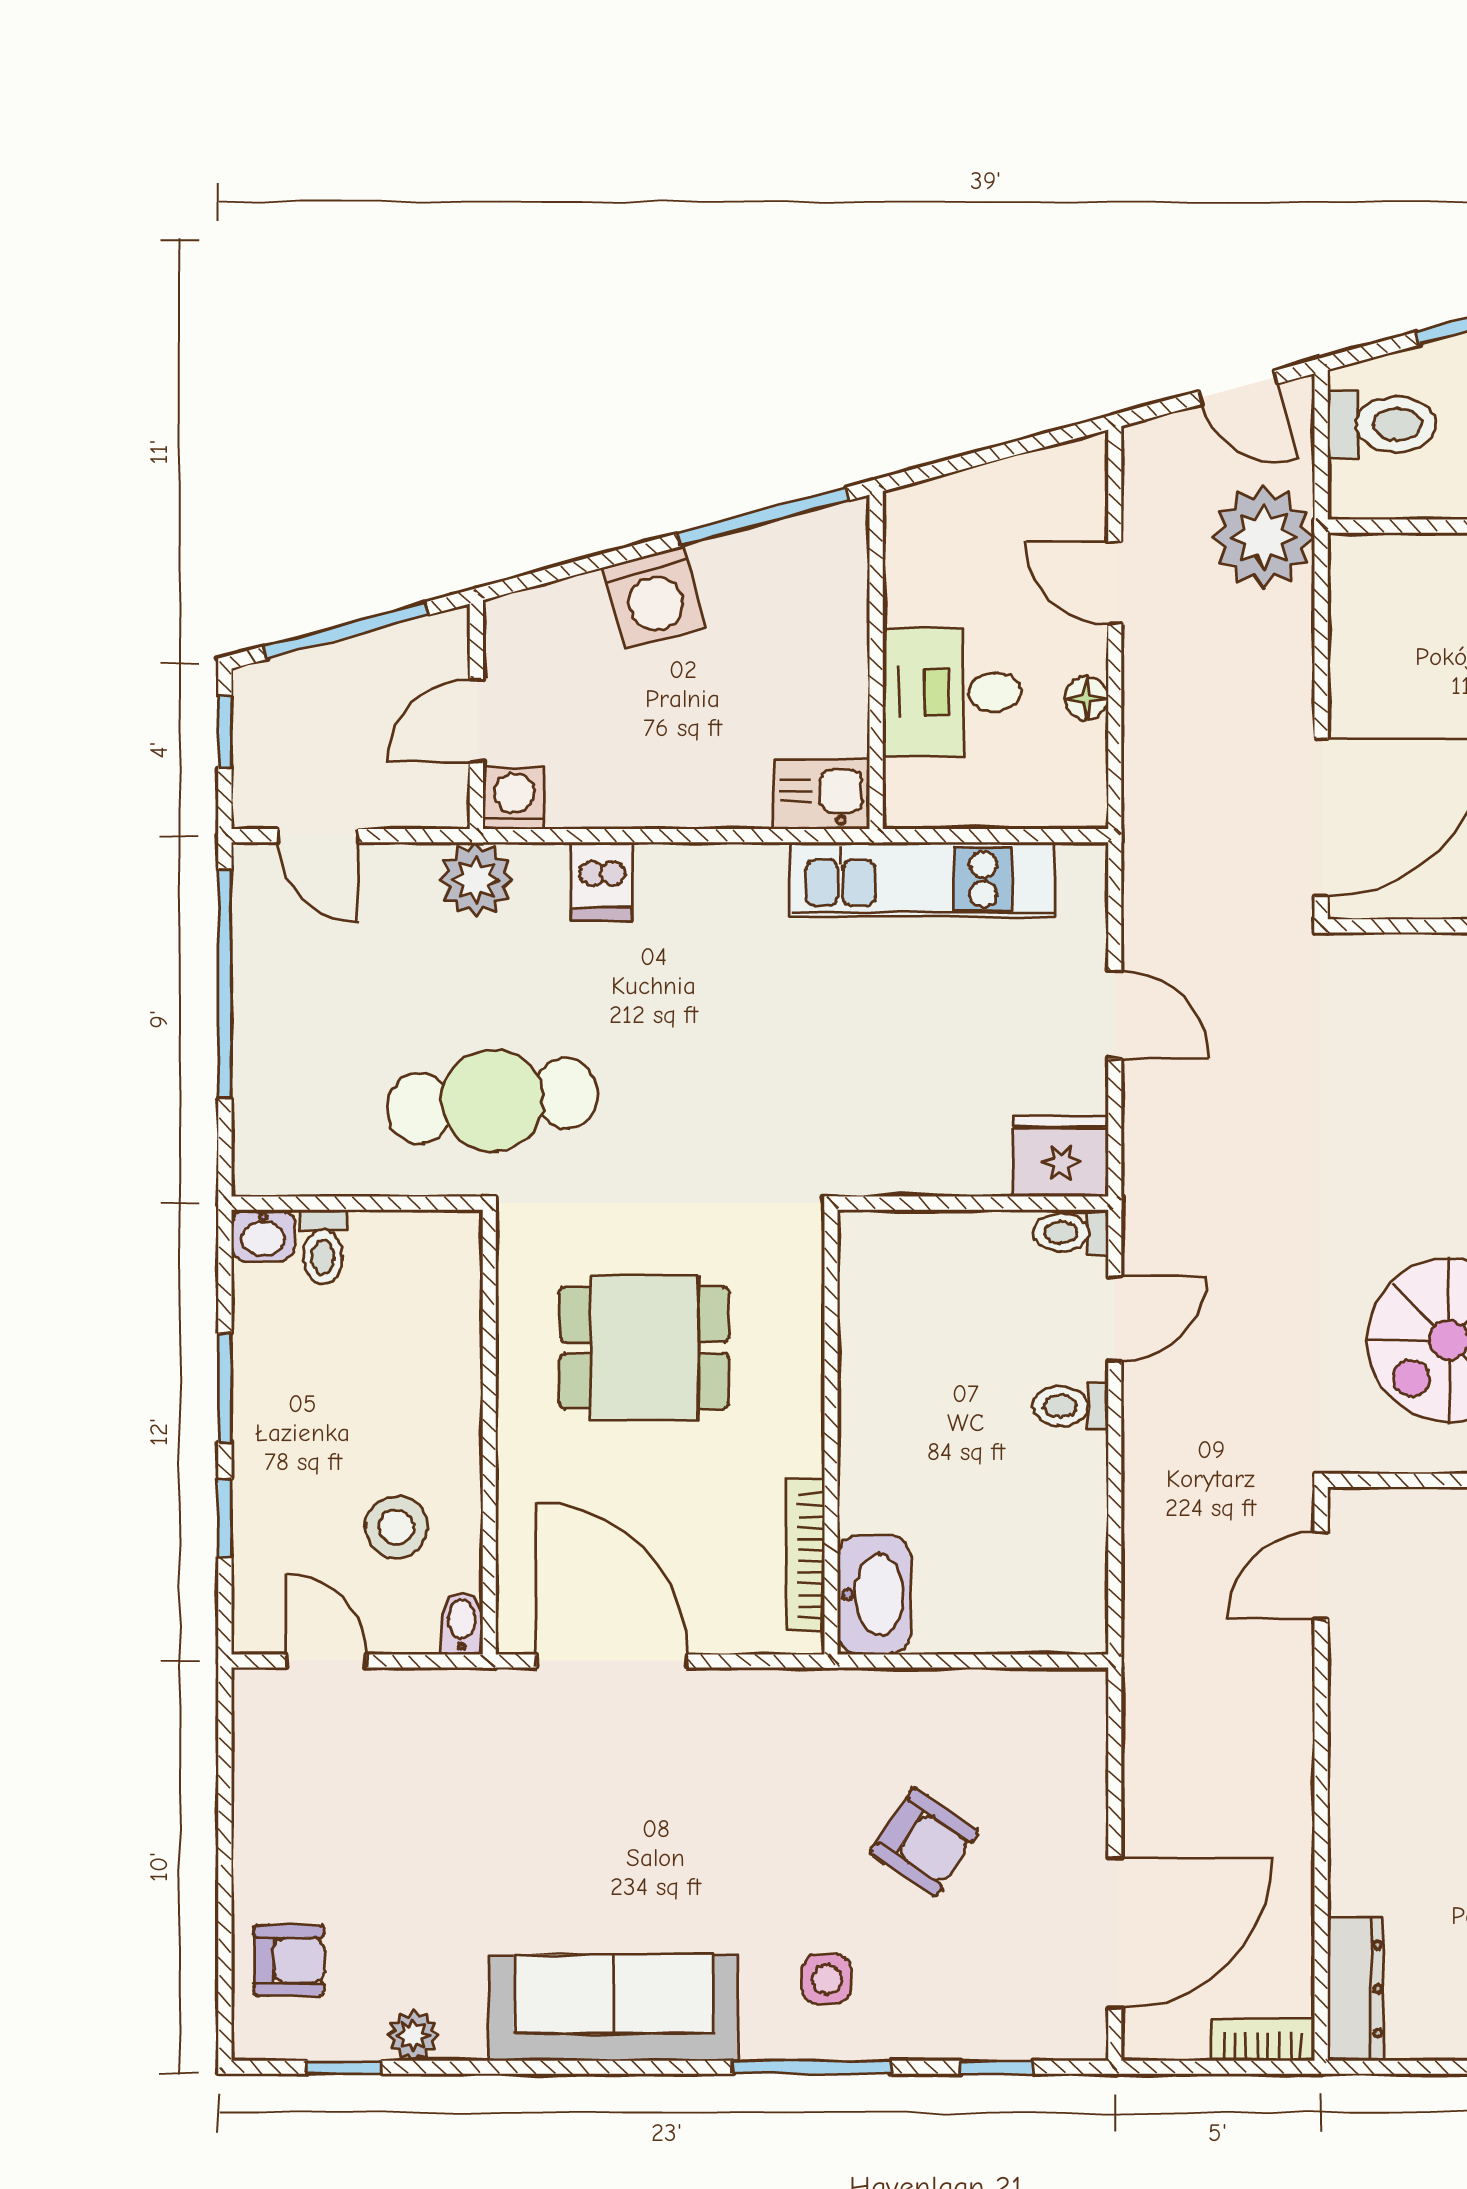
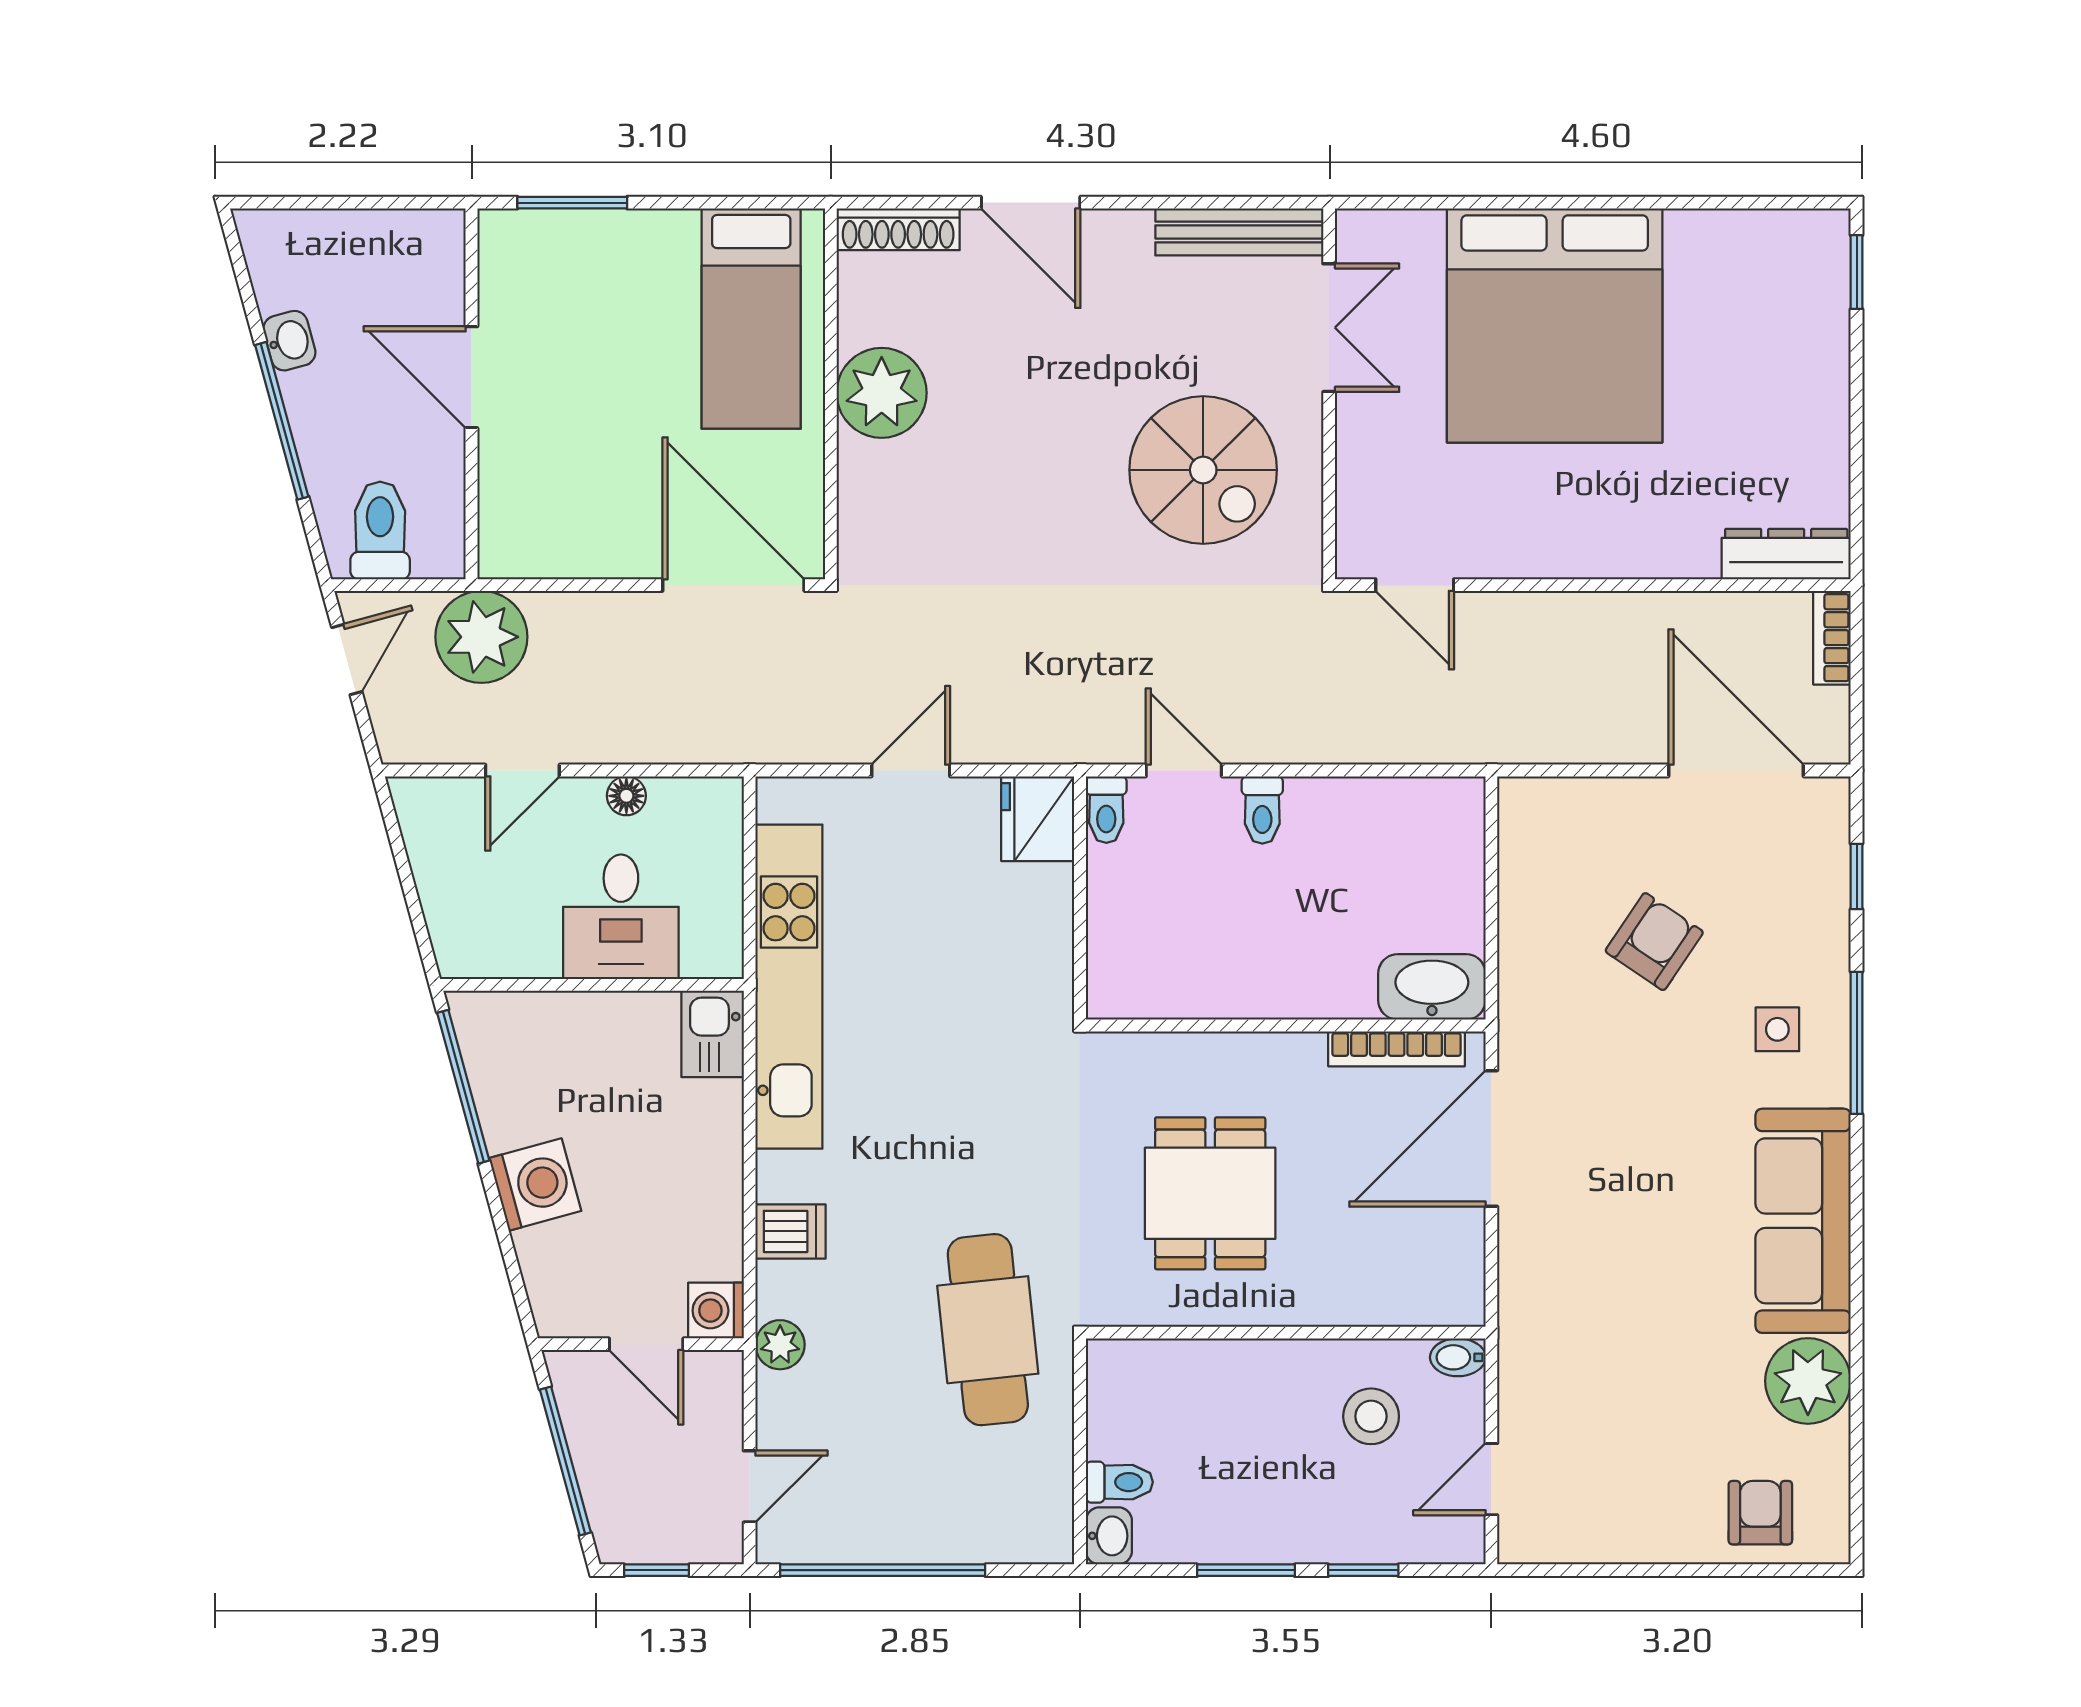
kitchen unit: (922, 879) -> (789, 987), width x1.36
plant: (476, 880) -> (780, 1345), width x0.73, depth x0.73
door: (612, 1661) -> (1491, 1139), moved
plant: (413, 2035) -> (1808, 1381), width x1.87, depth x1.87
window: (344, 2067) -> (1857, 1463), removed

